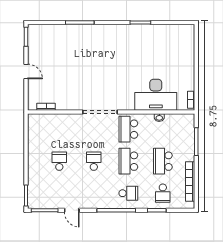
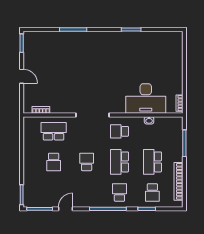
school desk: (59, 129) -> (54, 131), added
school desk: (128, 129) -> (119, 131), width x0.54
school desk: (59, 161) -> (54, 162), turned 180
school desk: (128, 193) -> (119, 193), turned -90
door: (72, 210) -> (65, 209), swing flipped

